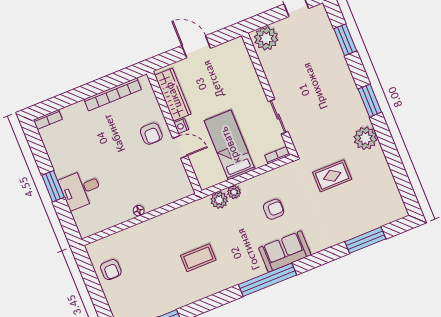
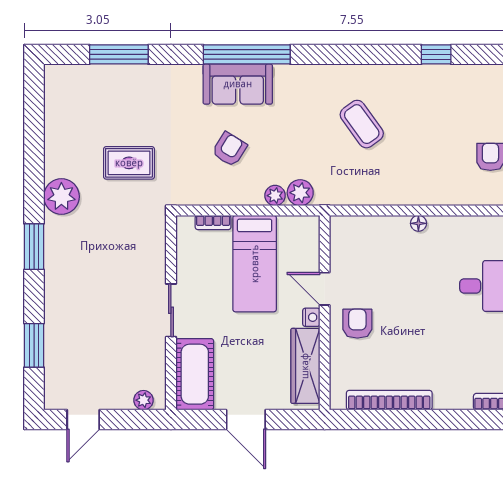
plant: (266, 38) -> (143, 400), width x0.53, depth x0.53
cot: (239, 62) -> (195, 374), added
sliding door: (278, 117) -> (171, 310), moved
bookcase: (277, 155) -> (213, 222), moved
armchair: (274, 209) -> (230, 149), turned 122
coffee table: (198, 258) -> (362, 124), turned 54
window: (267, 280) -> (247, 54), moved

